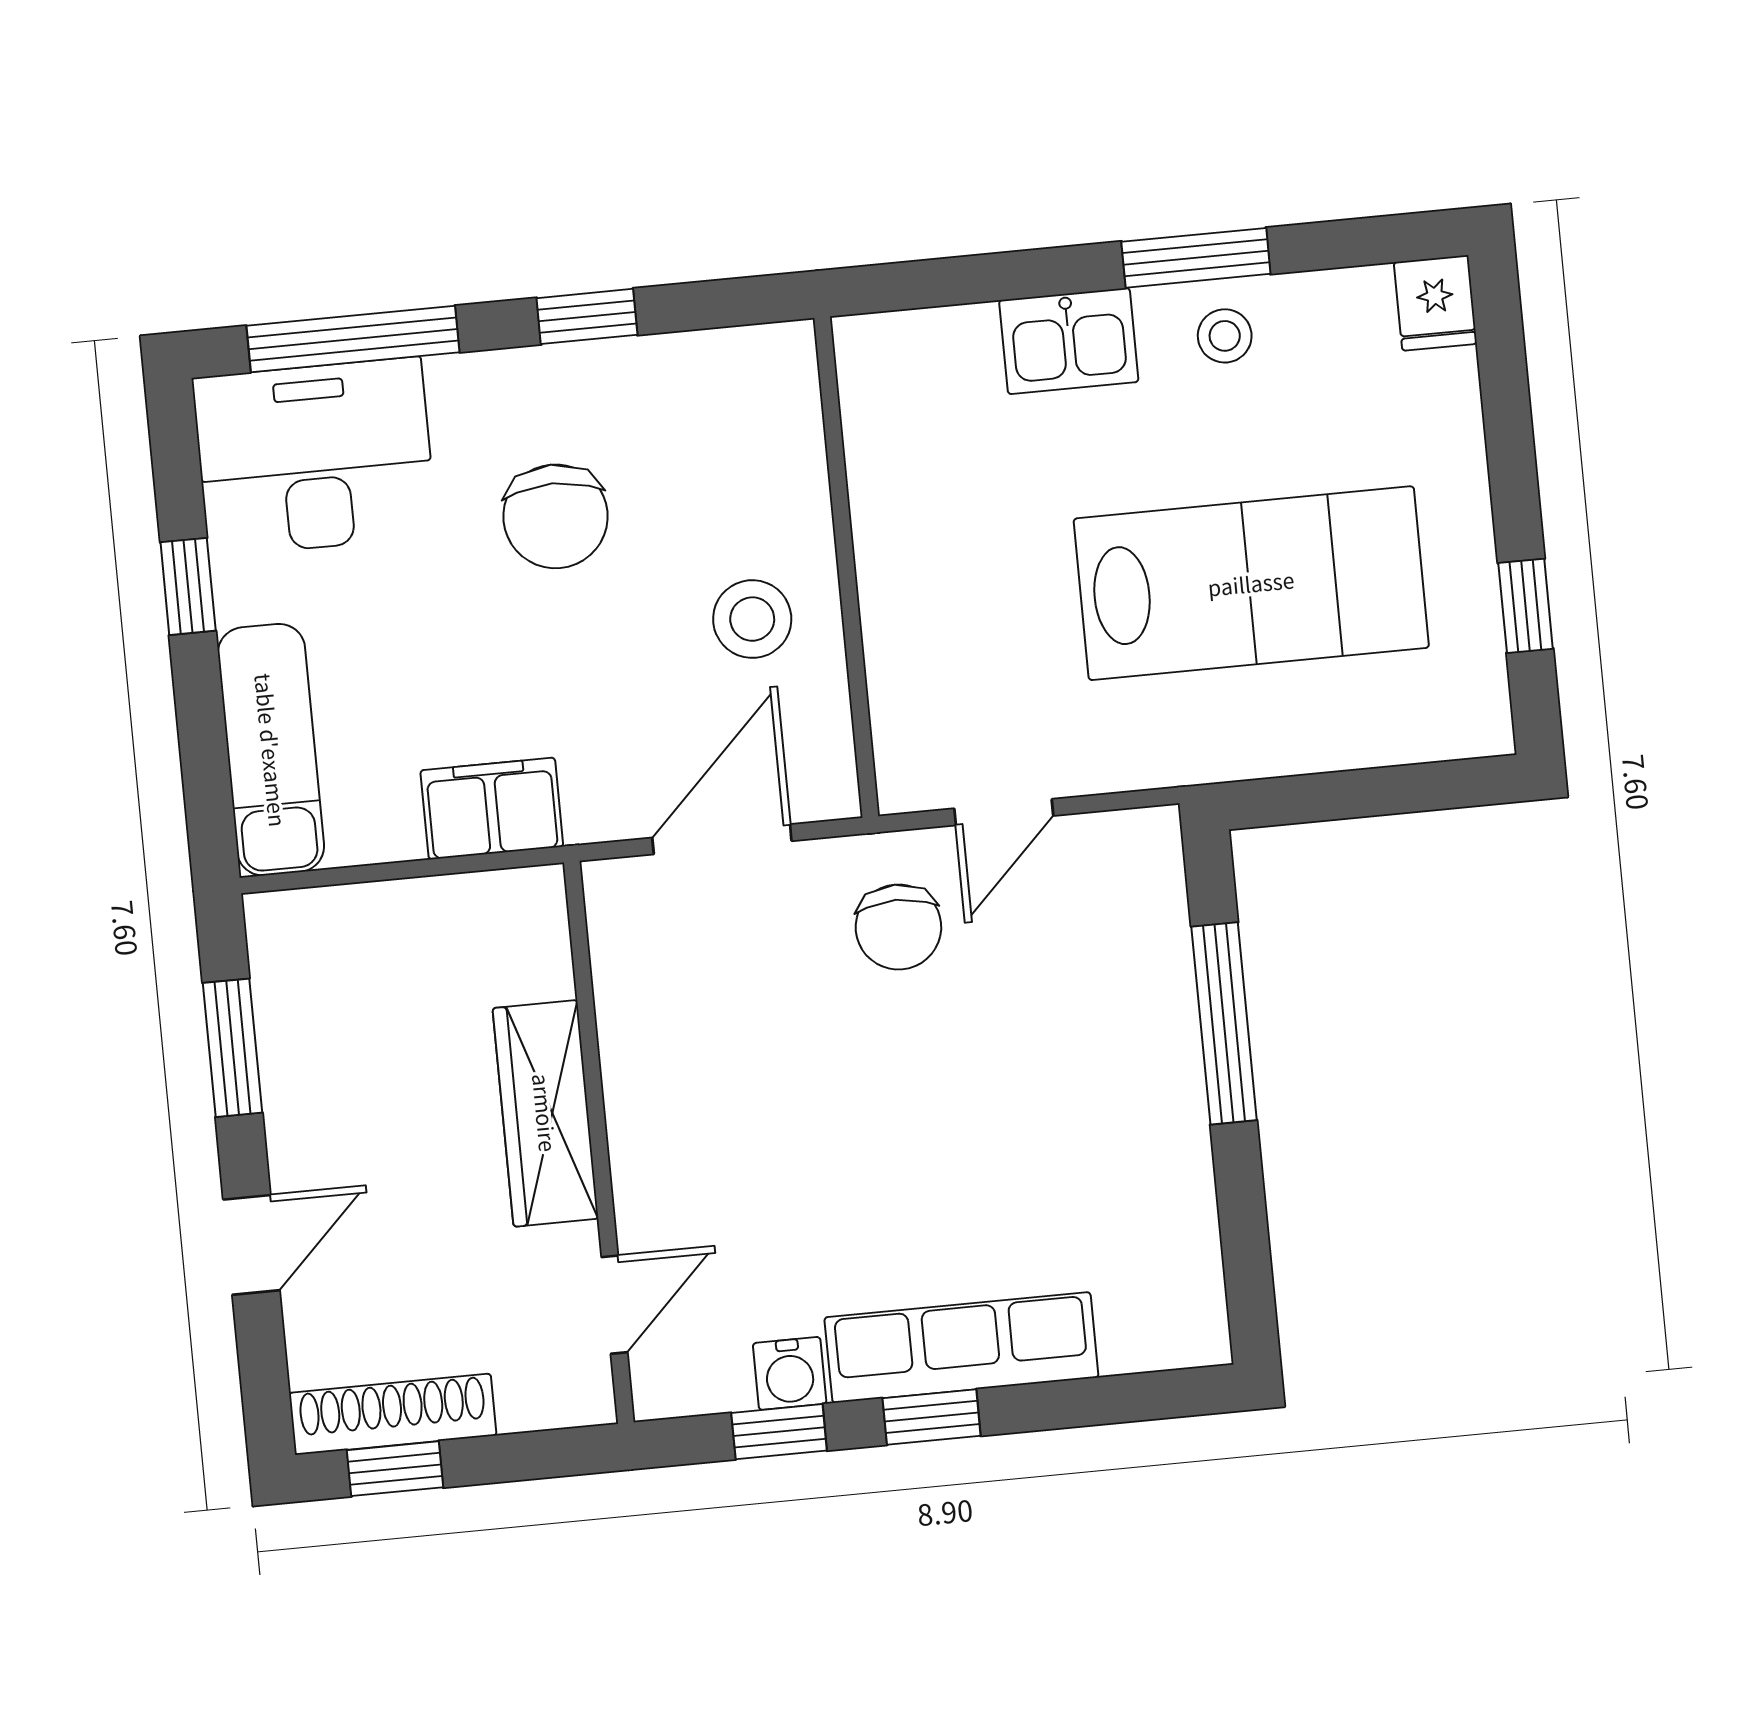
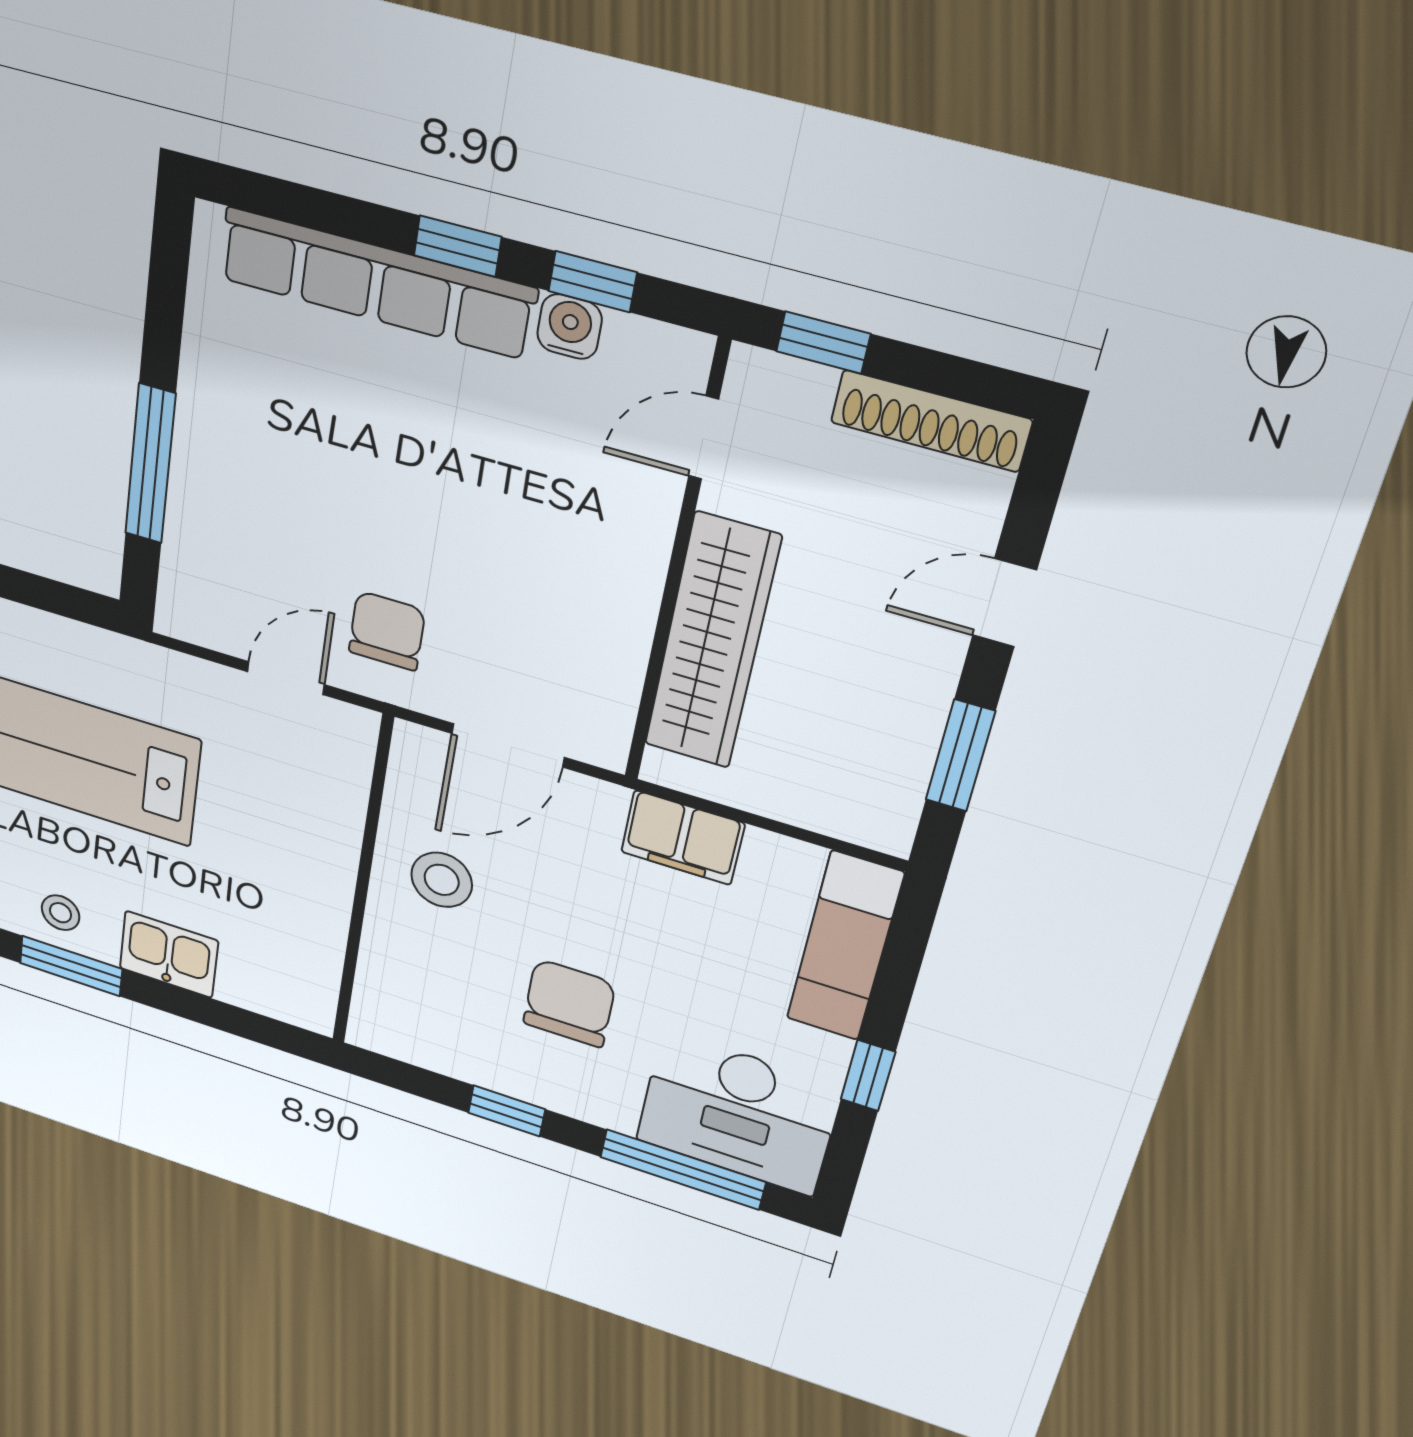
wardrobe: (545, 1113) -> (712, 642), width x1.40, depth x1.17
row of seats: (961, 1347) -> (376, 283), width x1.36
window: (395, 1469) -> (823, 342), moved

